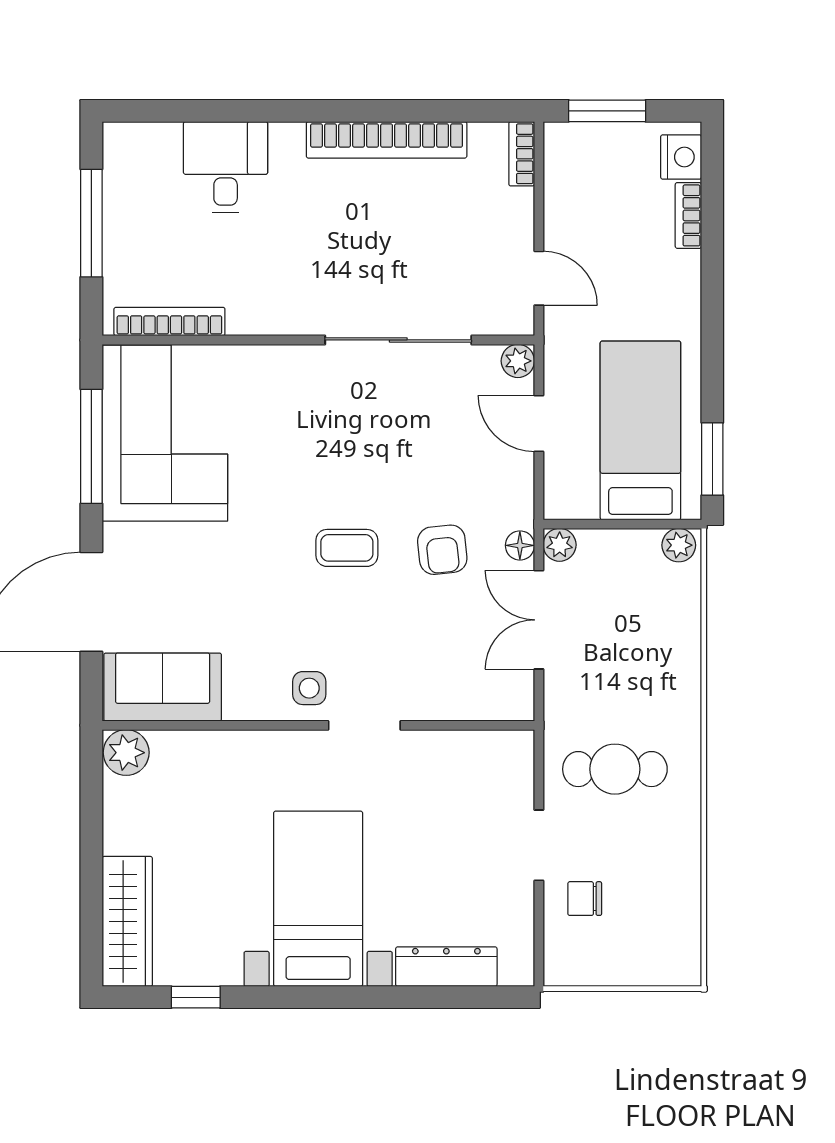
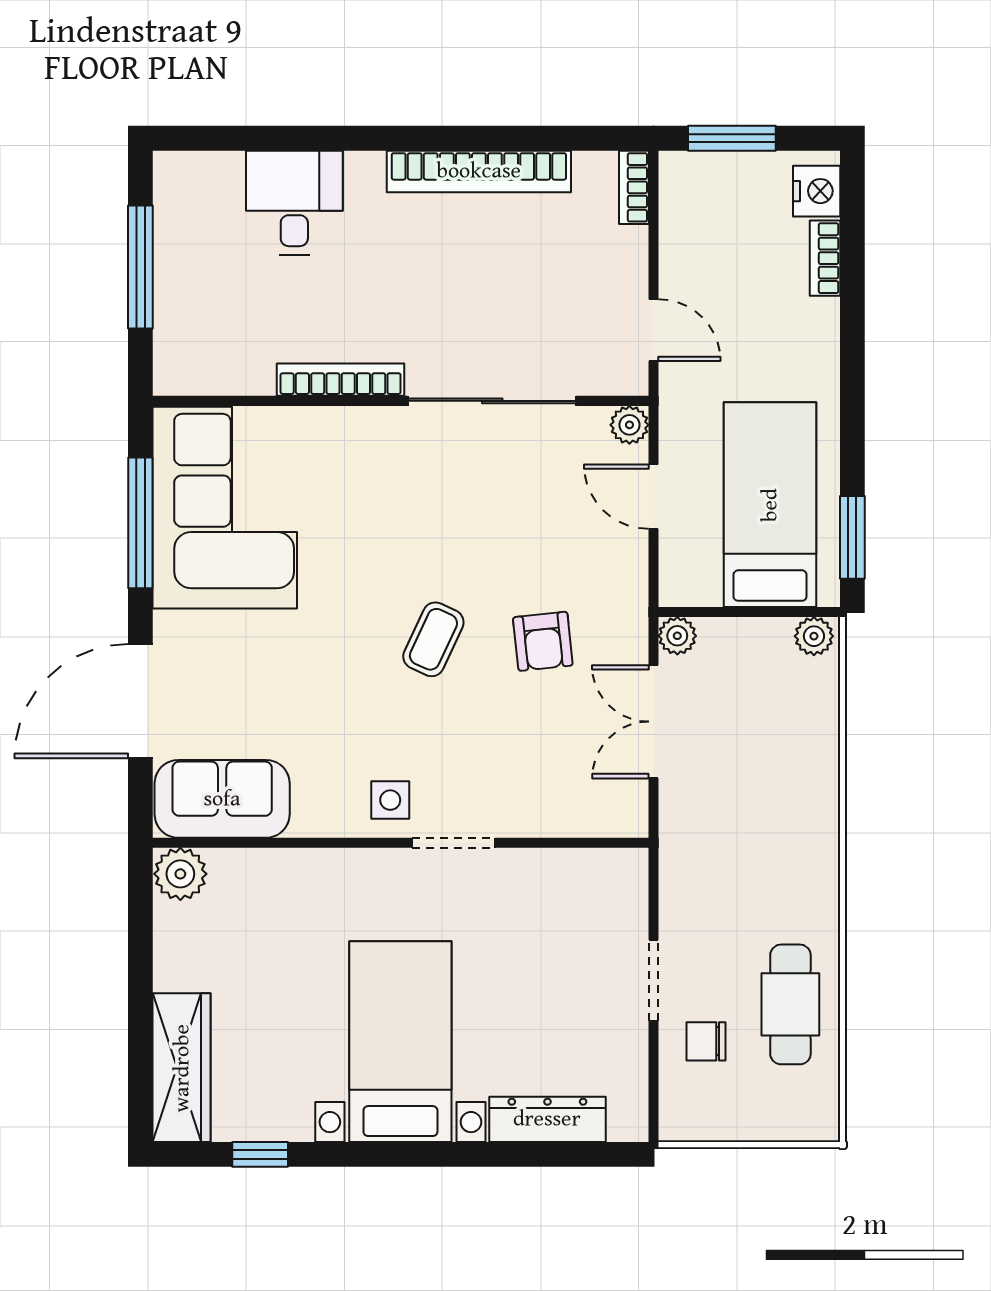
bookcase: (169, 321) -> (341, 380), moved
floor lamp: (520, 545) -> (632, 637), removed
coffee table: (347, 548) -> (433, 639), turned -65
cafe table: (615, 769) -> (790, 1004), moved, turned 90

